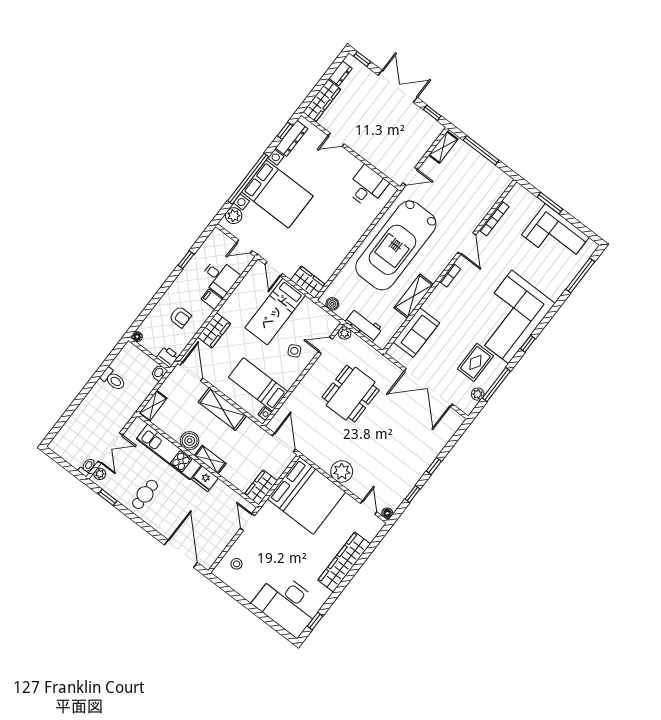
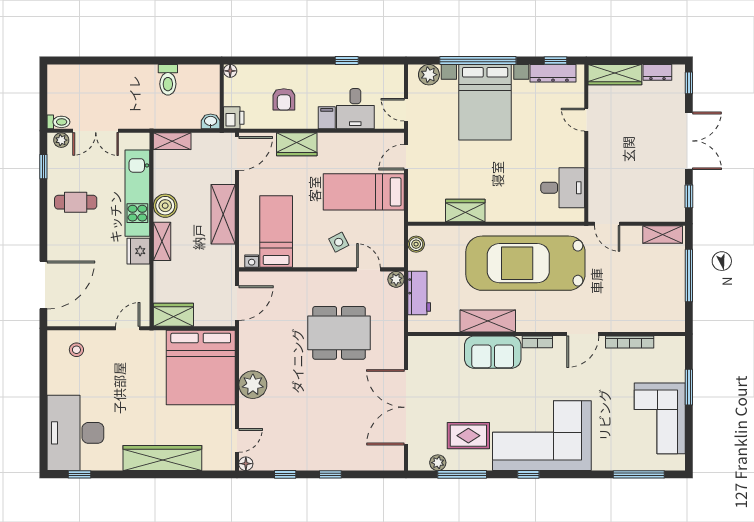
wardrobe: (308, 282) -> (465, 211), moved, turned -90
sofa: (416, 332) -> (493, 352), moved

